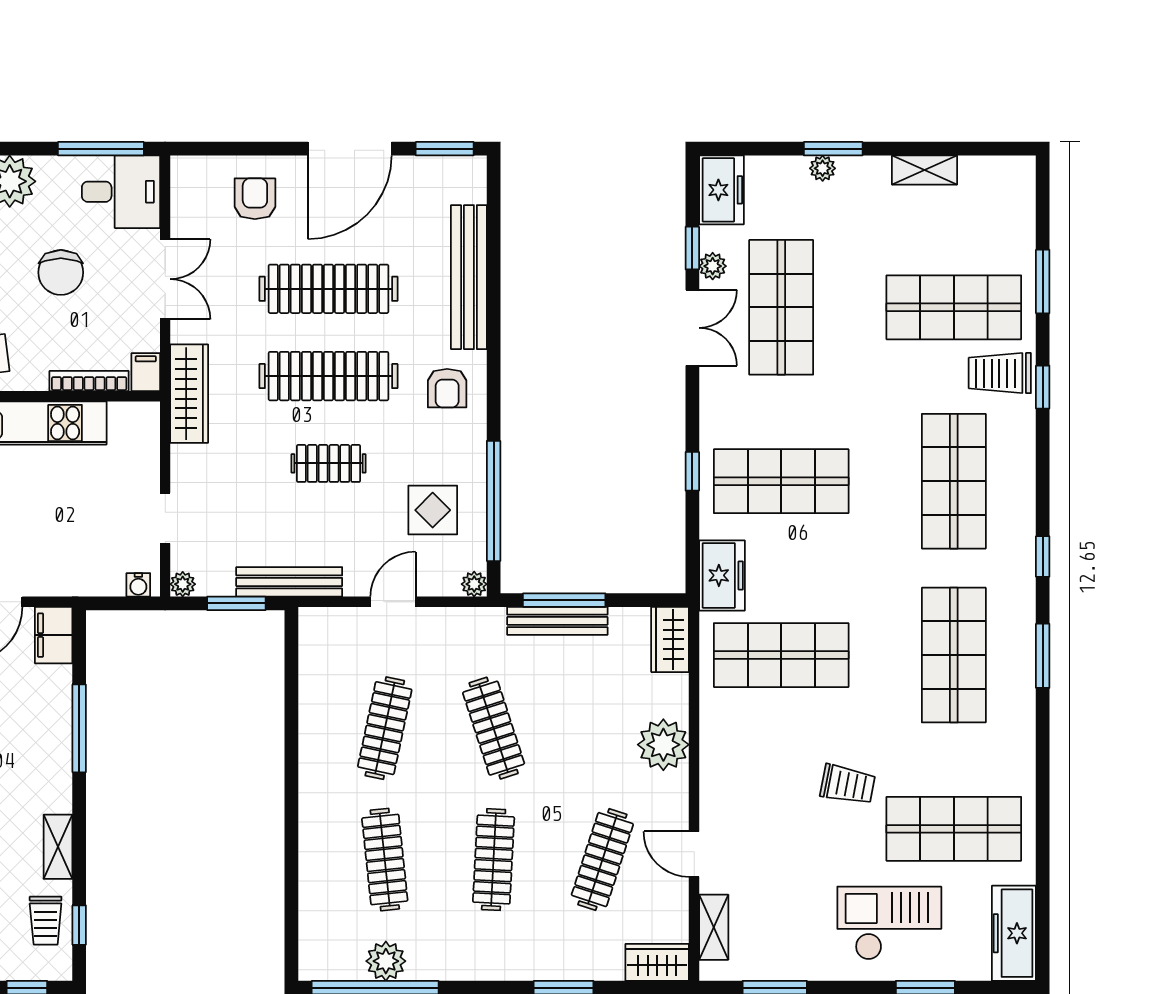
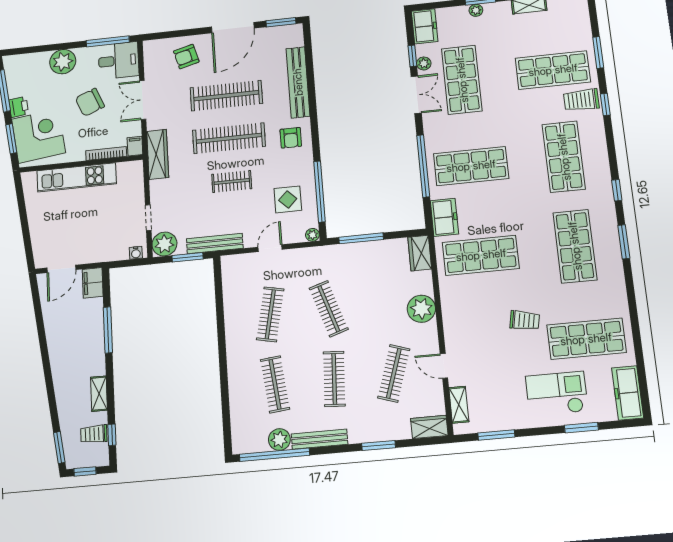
armchair: (255, 199) -> (186, 57), turned -105
chair: (61, 272) -> (90, 102), turned 68
double door: (165, 279) -> (143, 100), swing flipped
window: (692, 471) -> (423, 166), width x3.17
plant: (183, 584) -> (164, 244), width x1.87, depth x1.87
bench: (557, 621) -> (320, 439), moved
trolley: (46, 921) -> (94, 434), turned 90

